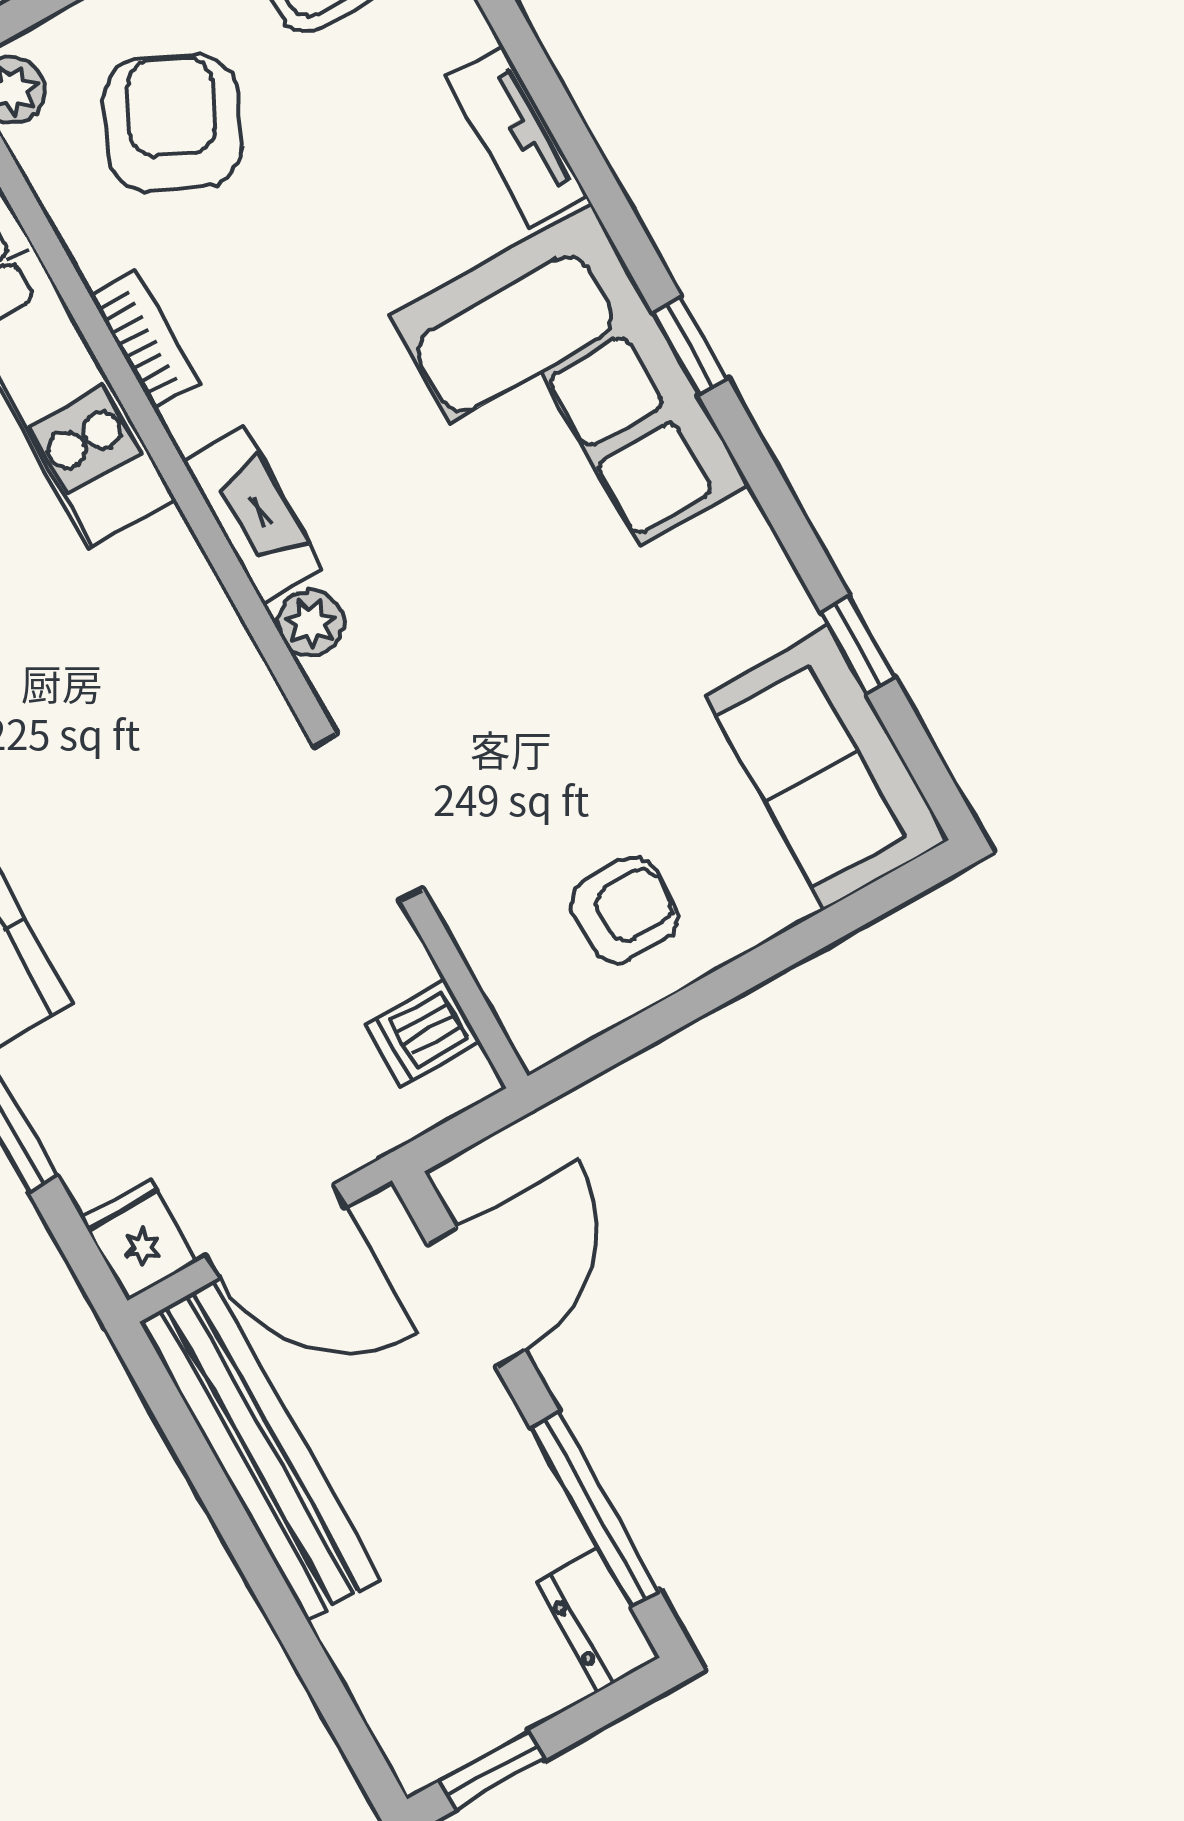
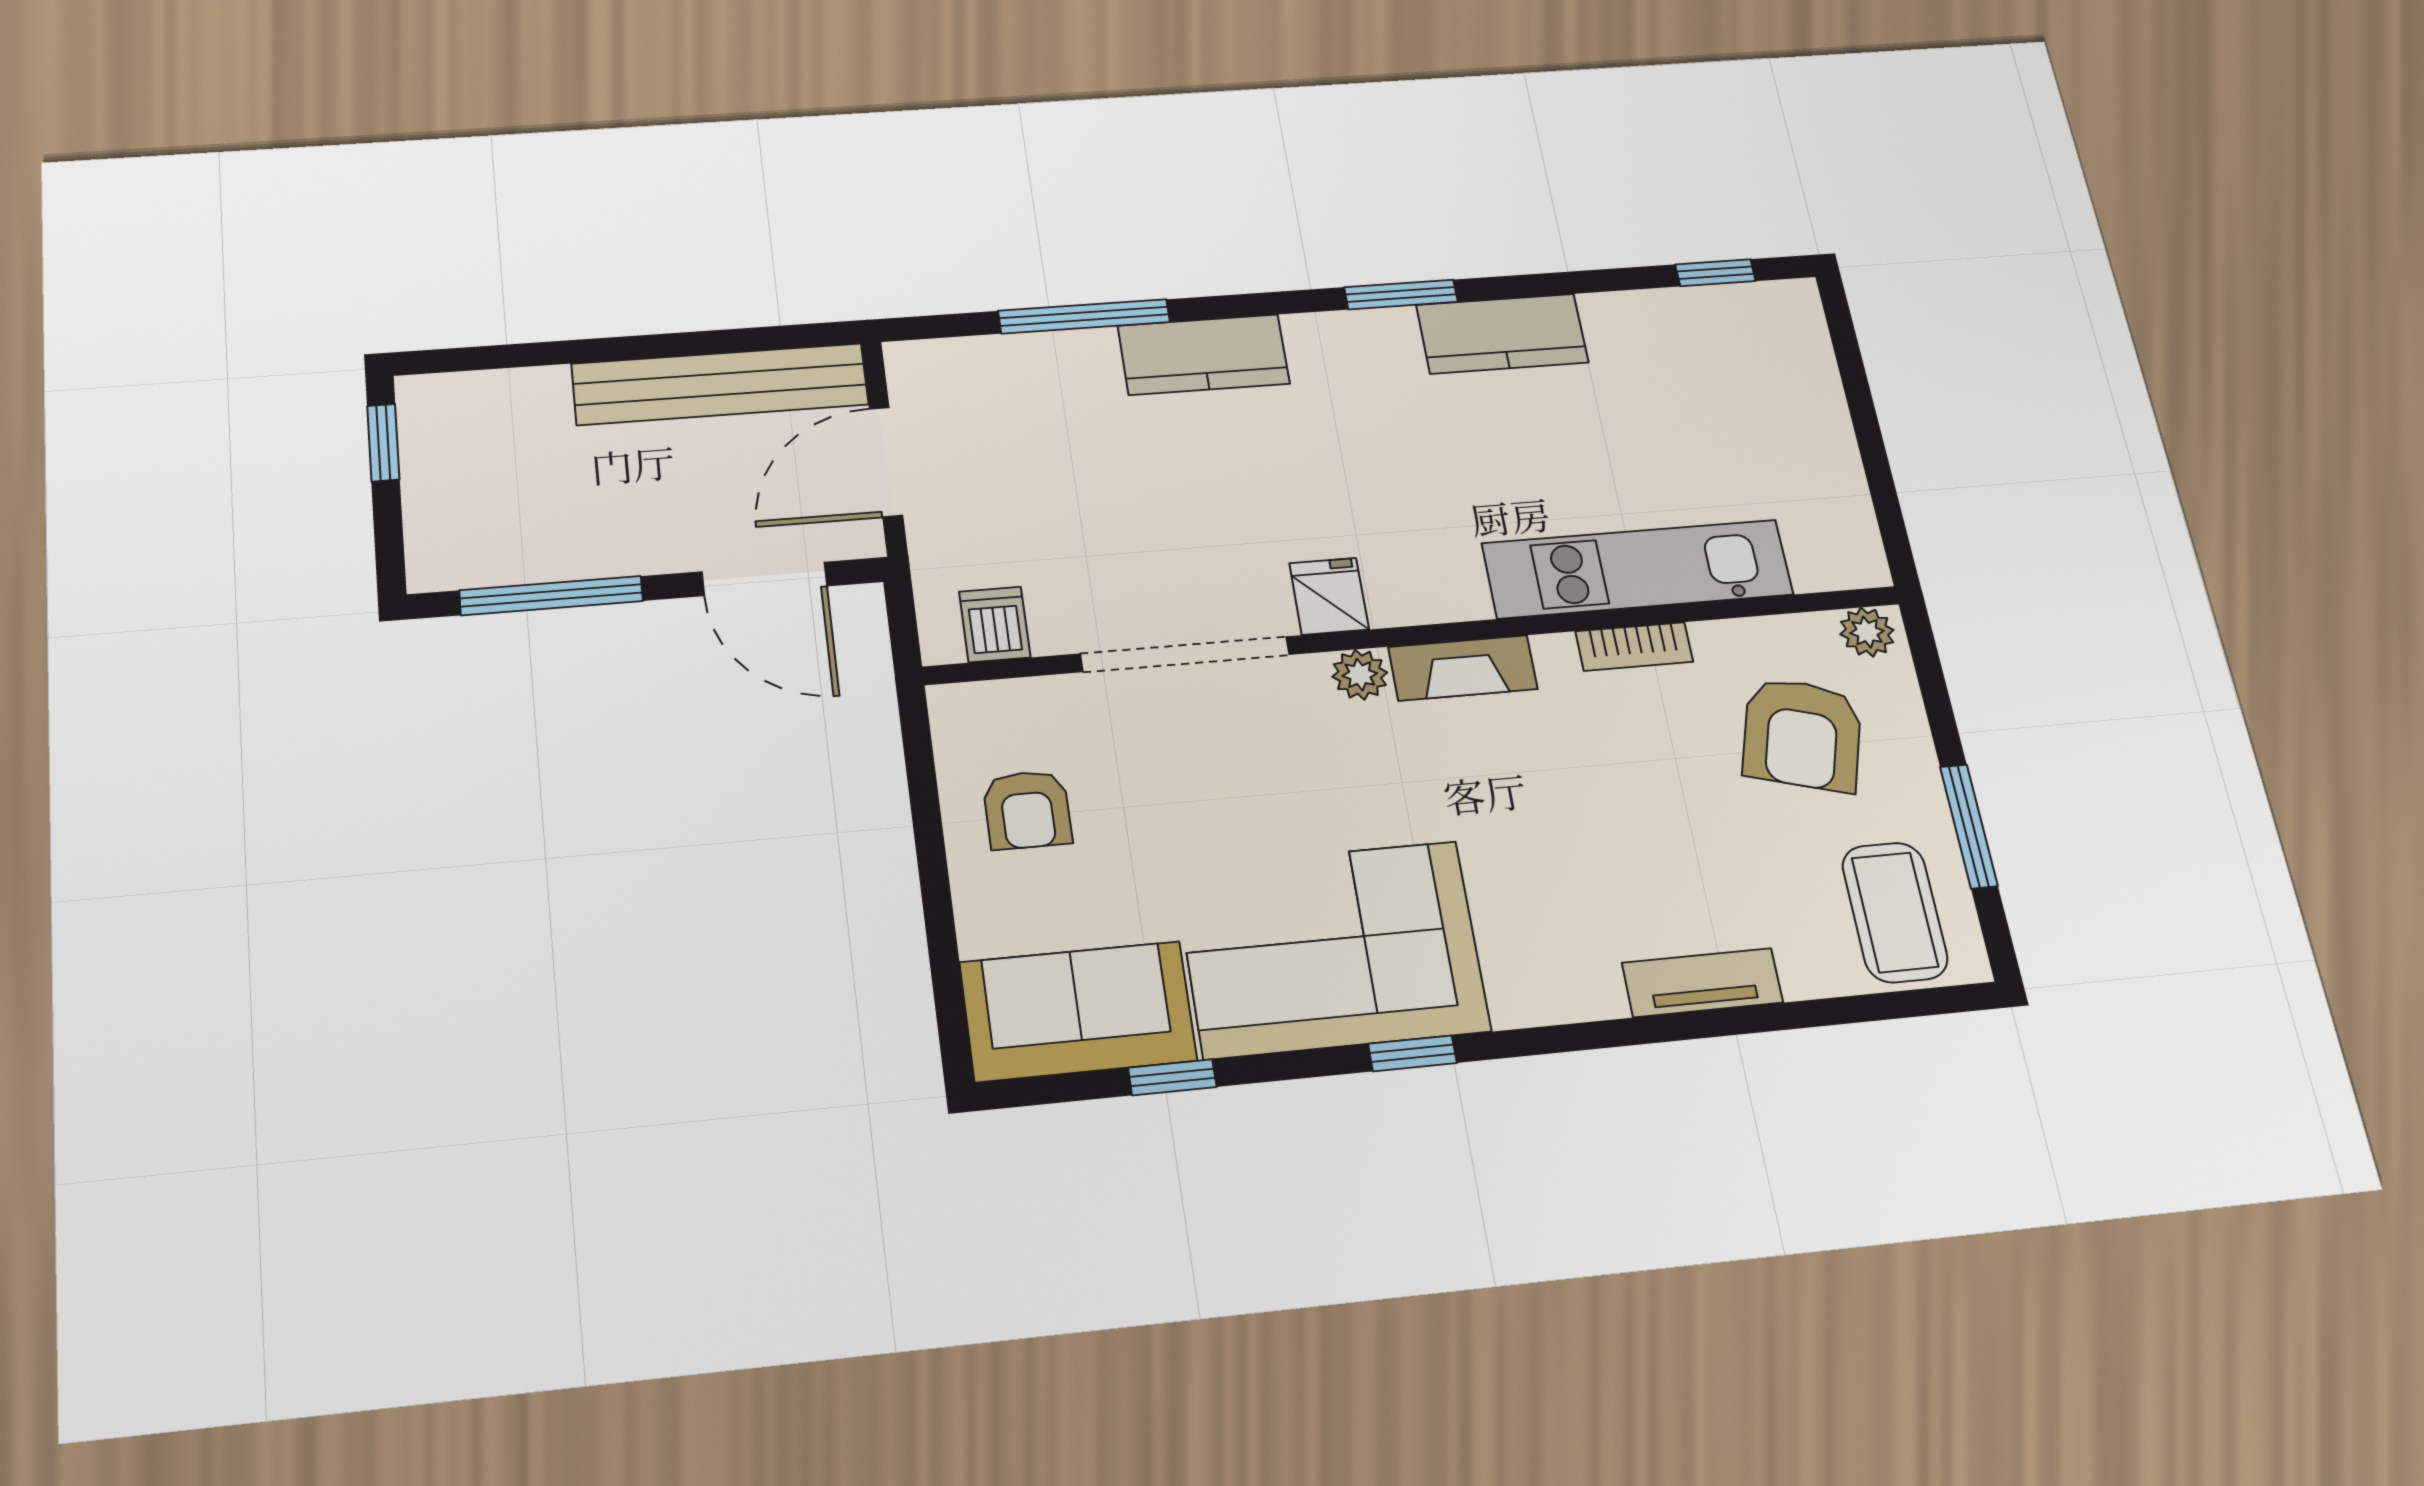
armchair: (172, 123) -> (1802, 734), turned 81
window: (690, 346) -> (1412, 1053), moved
corner sofa: (570, 400) -> (1332, 949), moved
doorway: (369, 818) -> (1185, 654), width x1.36
fridge: (139, 1240) -> (1329, 596), moved, turned -90
dresser: (598, 1620) -> (461, 563), removed

